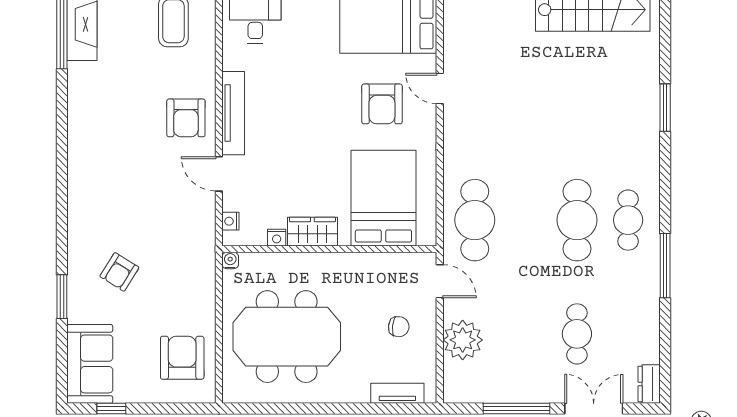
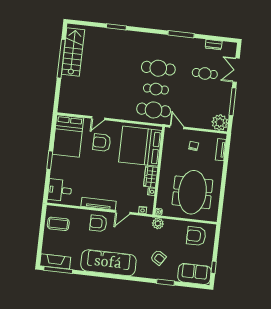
armchair: (382, 104) -> (102, 142), turned 180
armchair: (186, 118) -> (98, 223), turned 180
sofa: (93, 153) -> (108, 263), added
bed: (383, 198) -> (140, 146), width x1.36
cafe table: (628, 220) -> (156, 89), moved
plant: (202, 262) -> (158, 223), added
door: (440, 281) -> (177, 127), hinge flipped
plant: (463, 340) -> (220, 123), moved
dresser: (649, 384) -> (214, 45), moved

